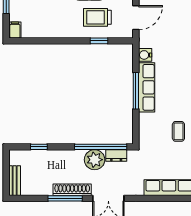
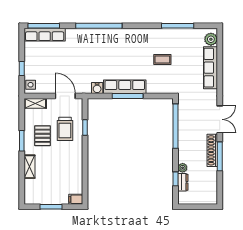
dresser: (116, 155) -> (183, 182), moved
plant: (95, 160) -> (183, 168), moved, width x0.53, depth x0.53
bench: (15, 181) -> (204, 200), removed

